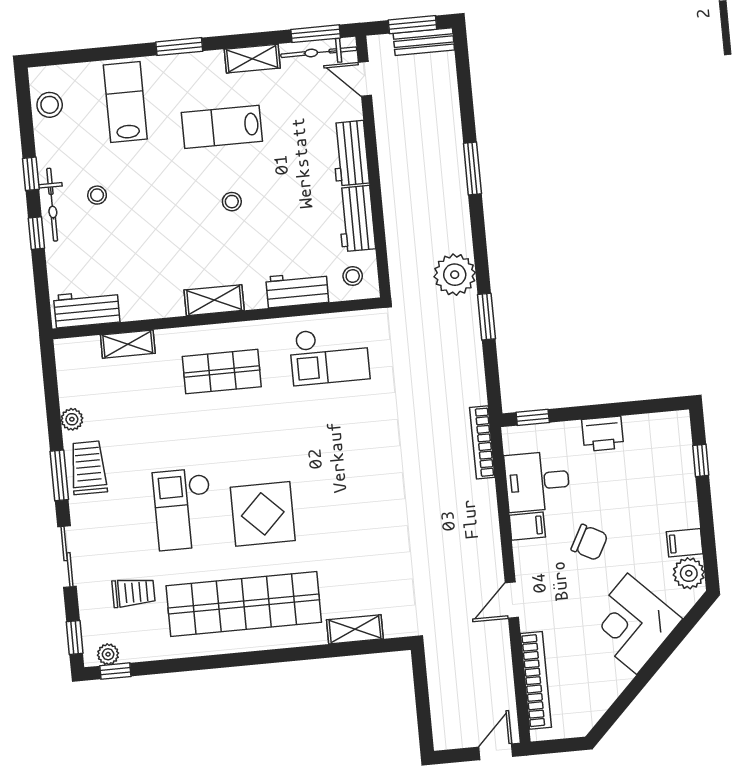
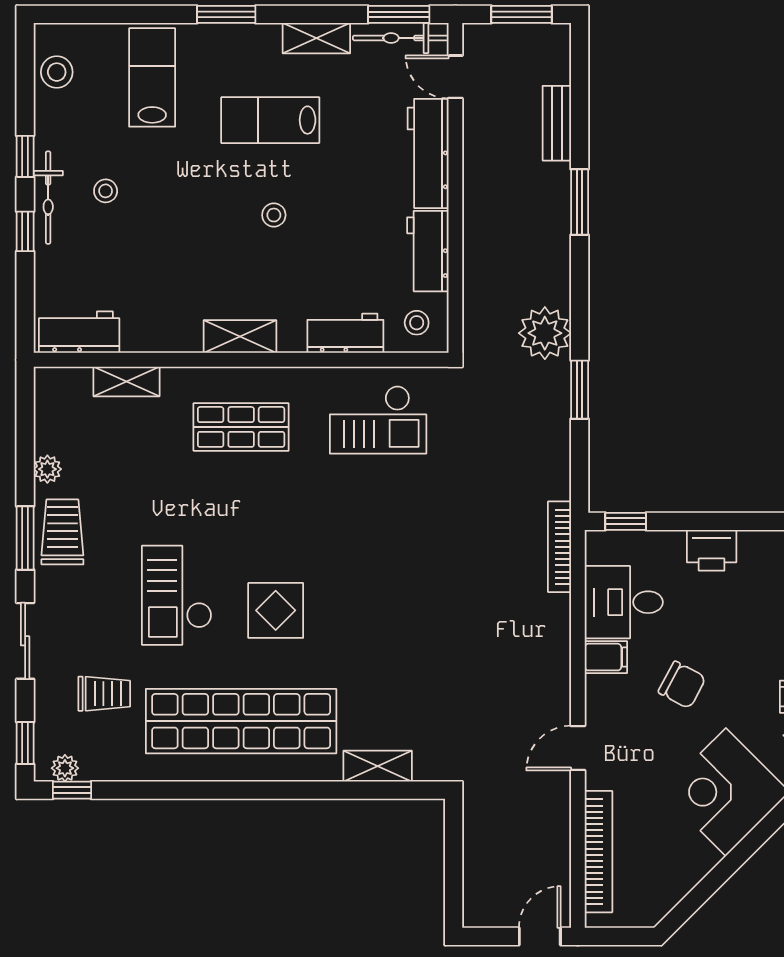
bench: (424, 42) -> (557, 123), moved, turned 90
workbench: (350, 153) -> (428, 153), width x1.38
display table: (263, 514) -> (276, 610), width x0.73, depth x0.73

